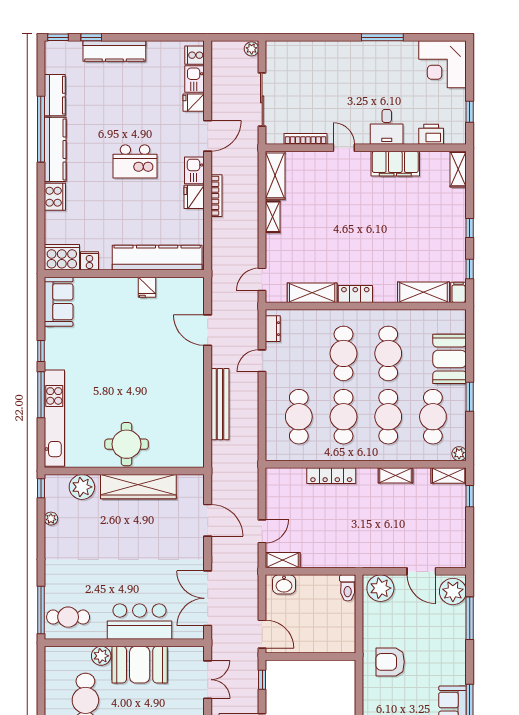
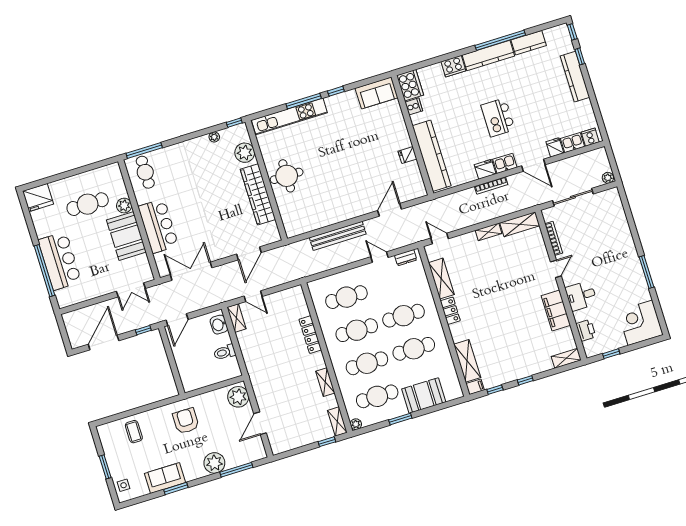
toilet: (348, 588) -> (225, 352), moved
plant: (453, 591) -> (214, 463), moved

